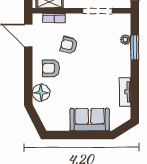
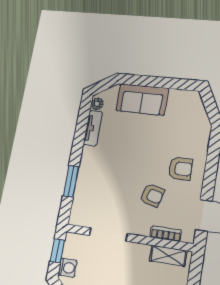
plant: (125, 40) -> (97, 104), moved
floor lamp: (41, 93) -> (198, 139), removed

